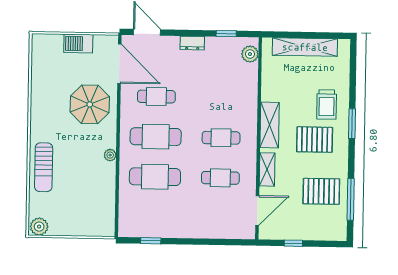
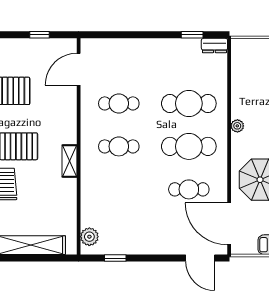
dresser: (192, 43) -> (214, 46), moved, turned 180
shelving: (270, 125) -> (70, 161), width x0.67, depth x0.75
shelving: (267, 169) -> (69, 113), removed

